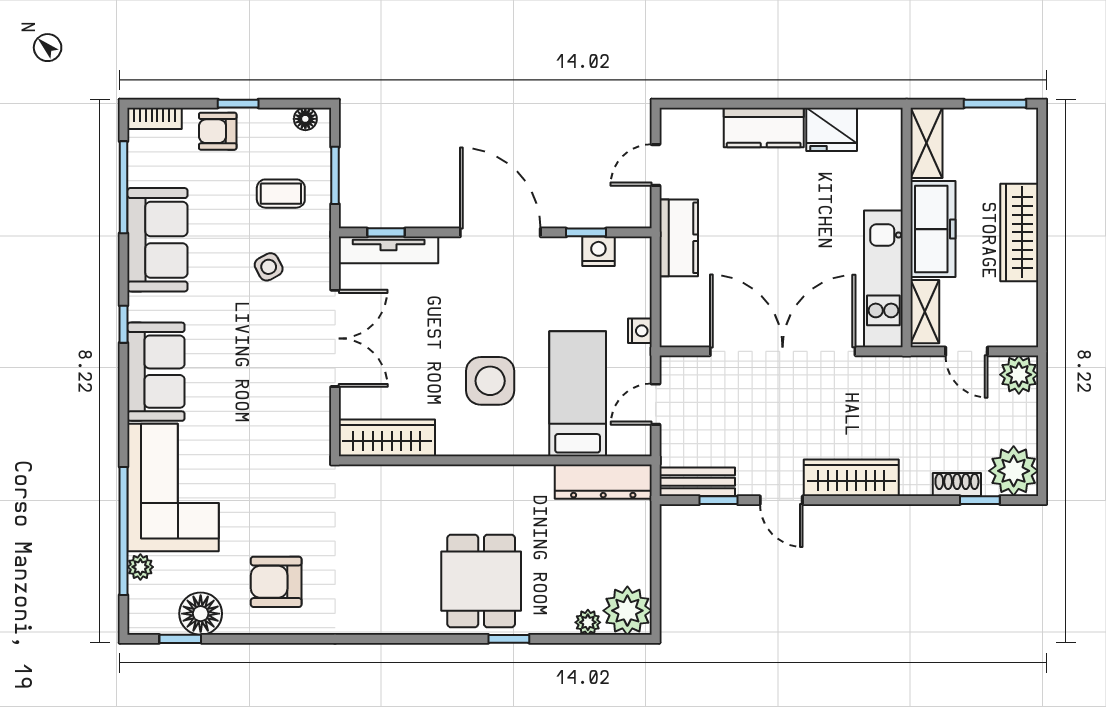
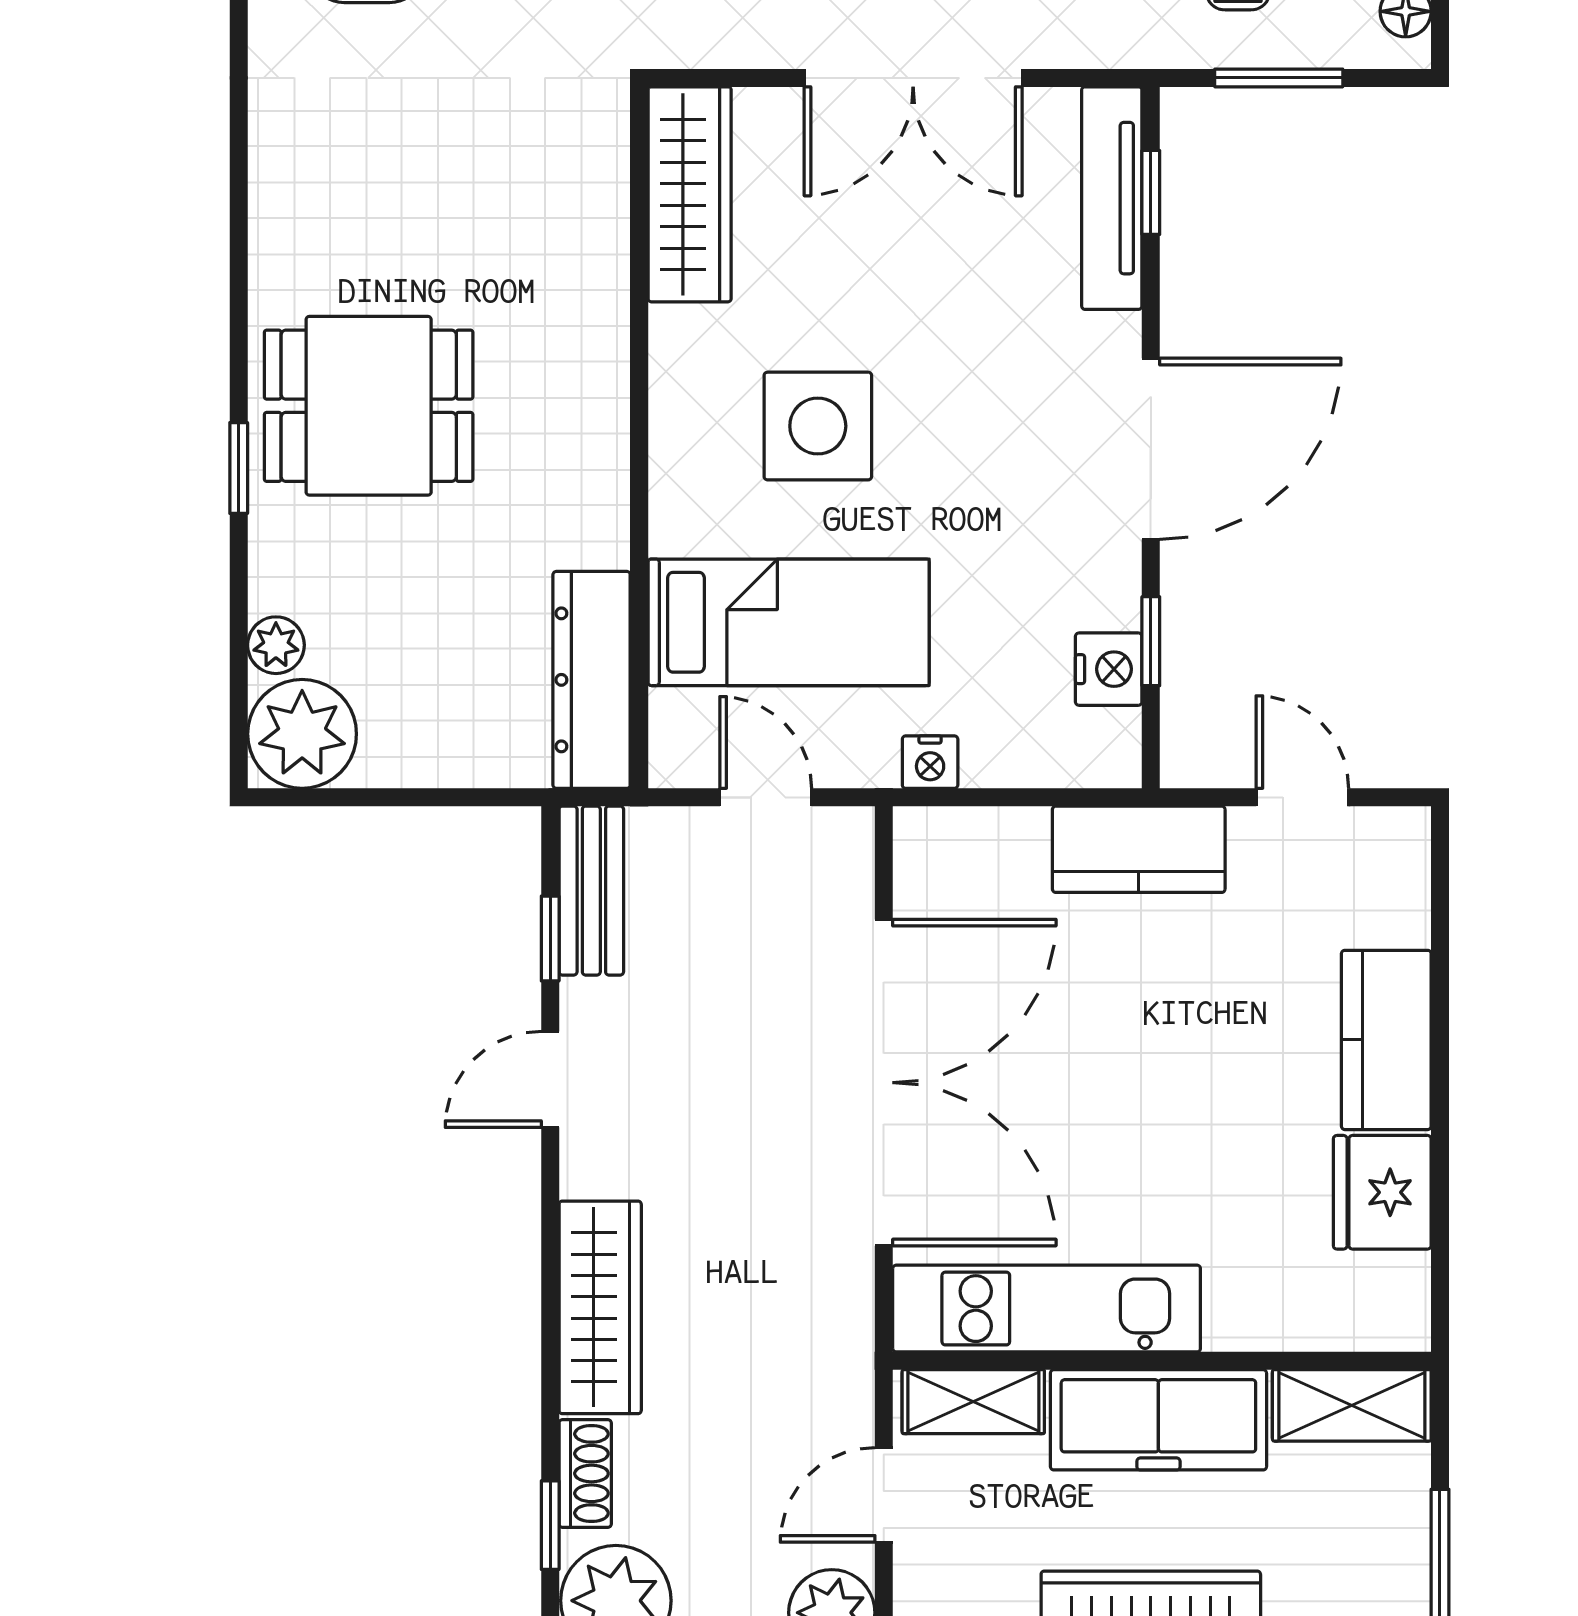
wardrobe: (851, 478) -> (600, 1307), moved

